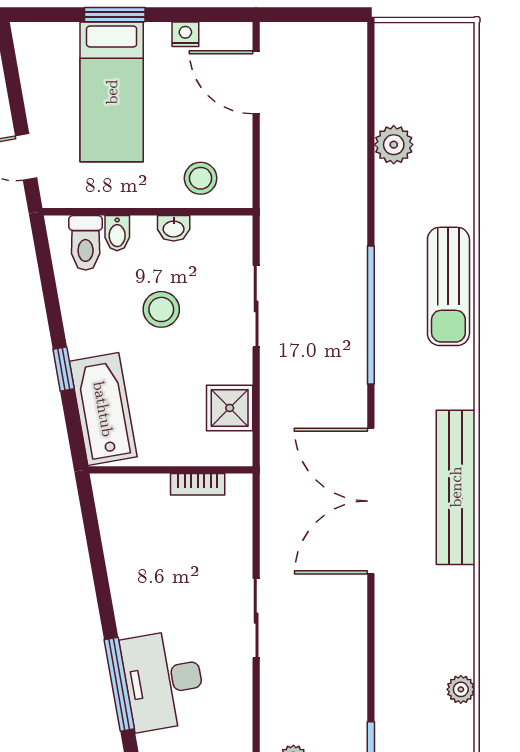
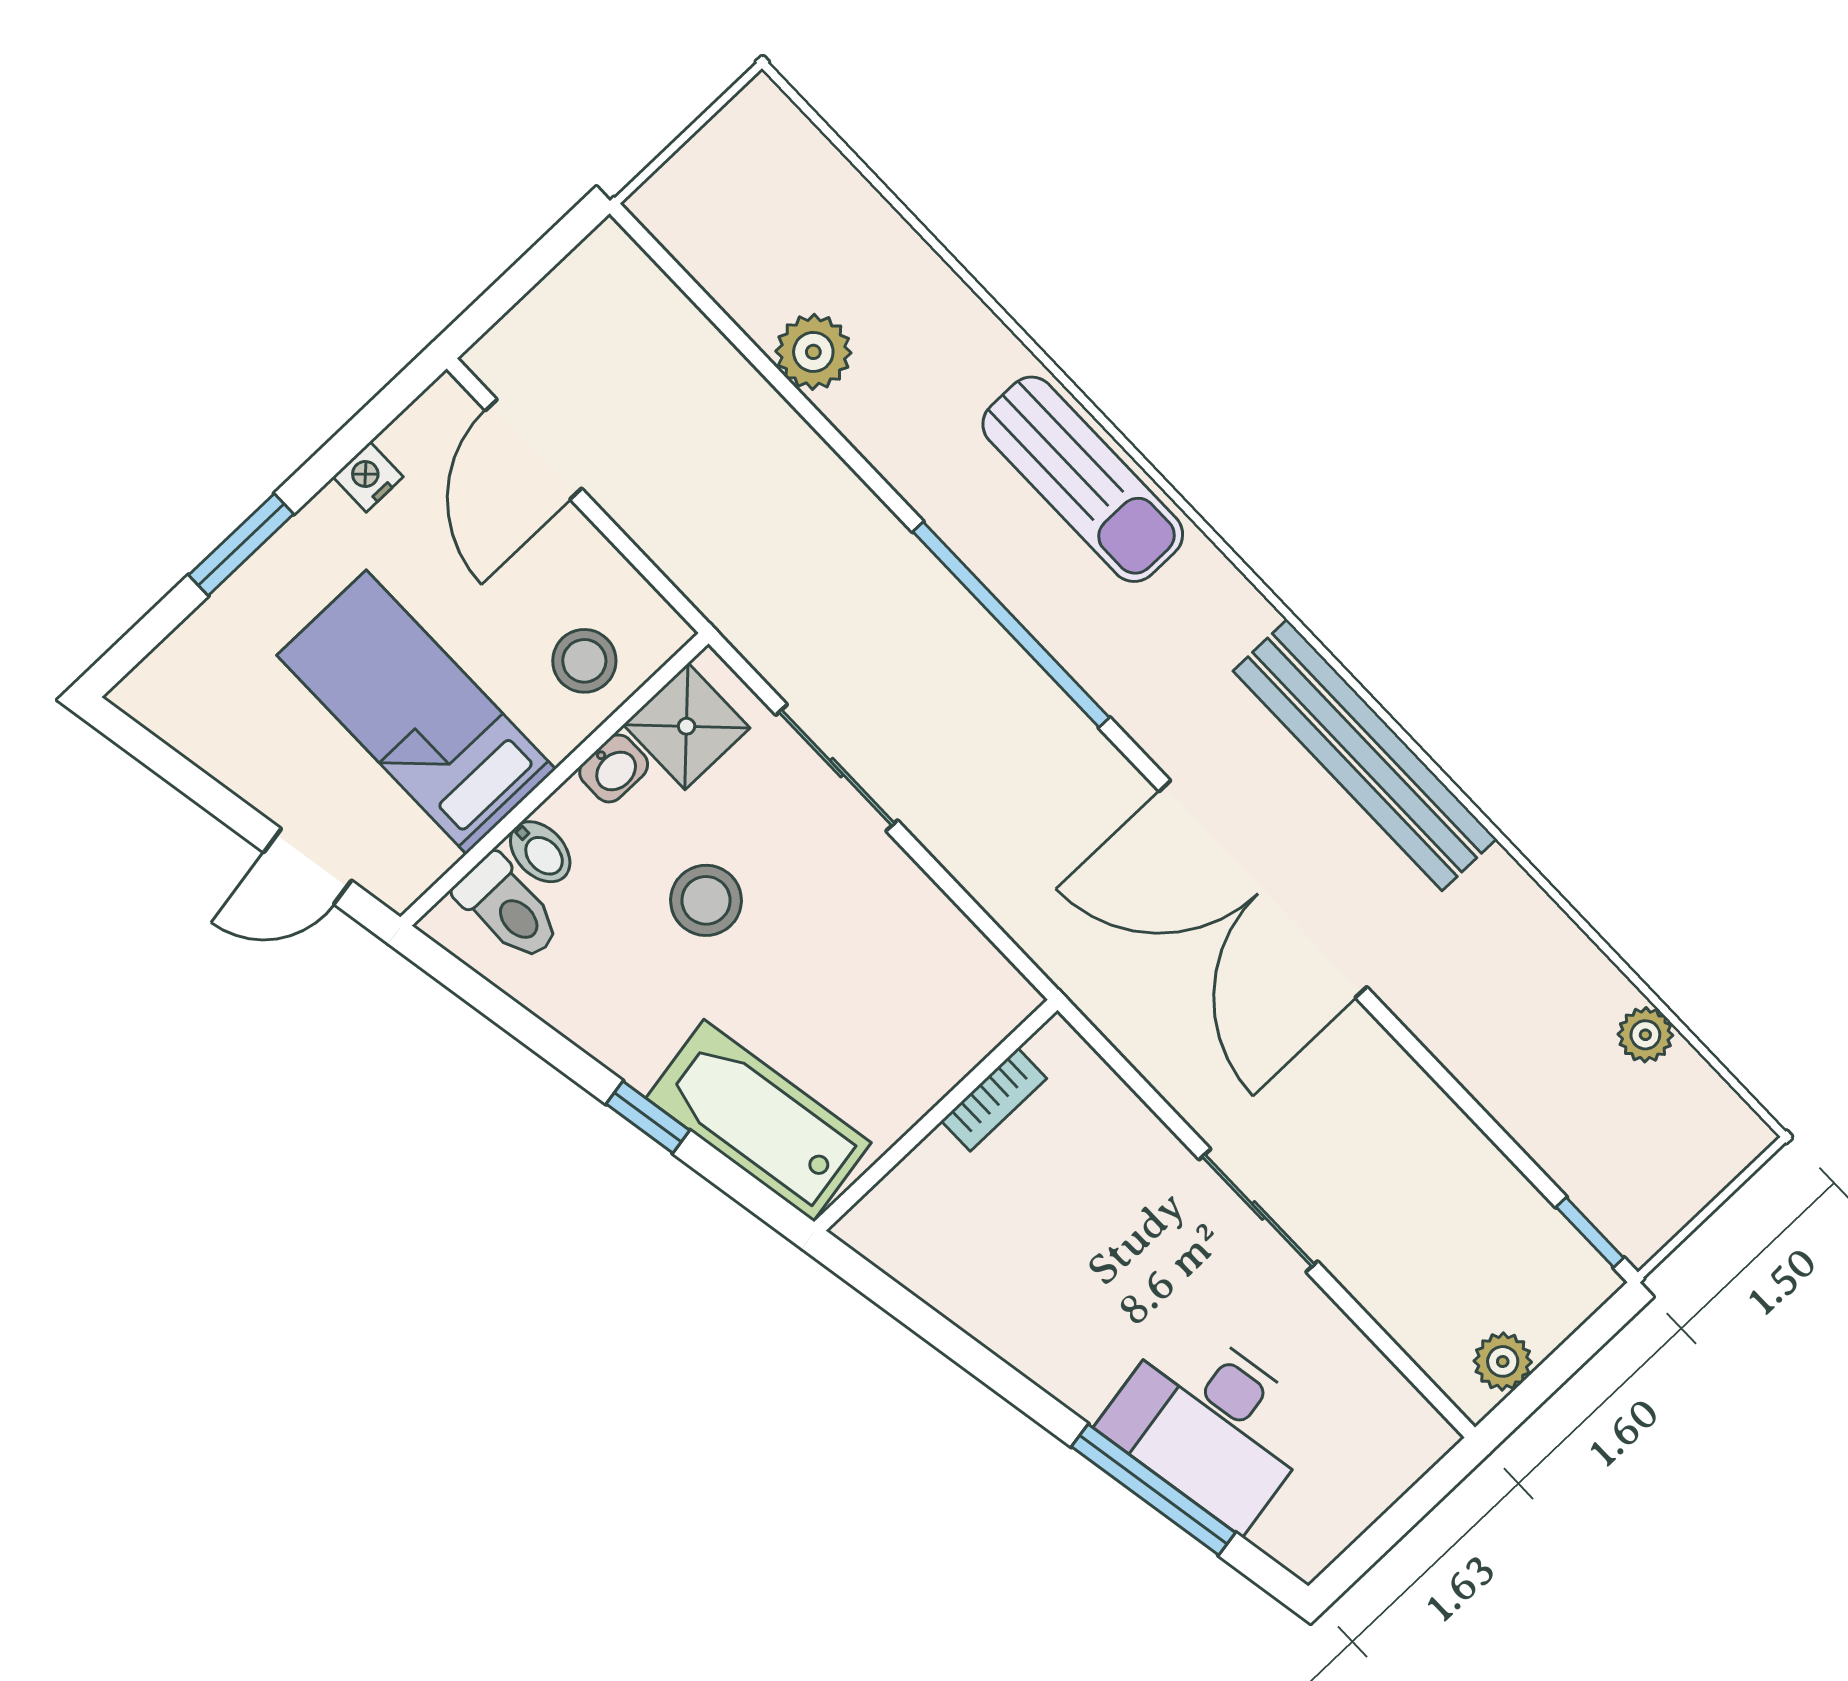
door: (256, 82) -> (534, 449), hinge flipped
bed: (112, 92) -> (416, 712), moved, turned 180
shower: (230, 408) -> (687, 726), moved

